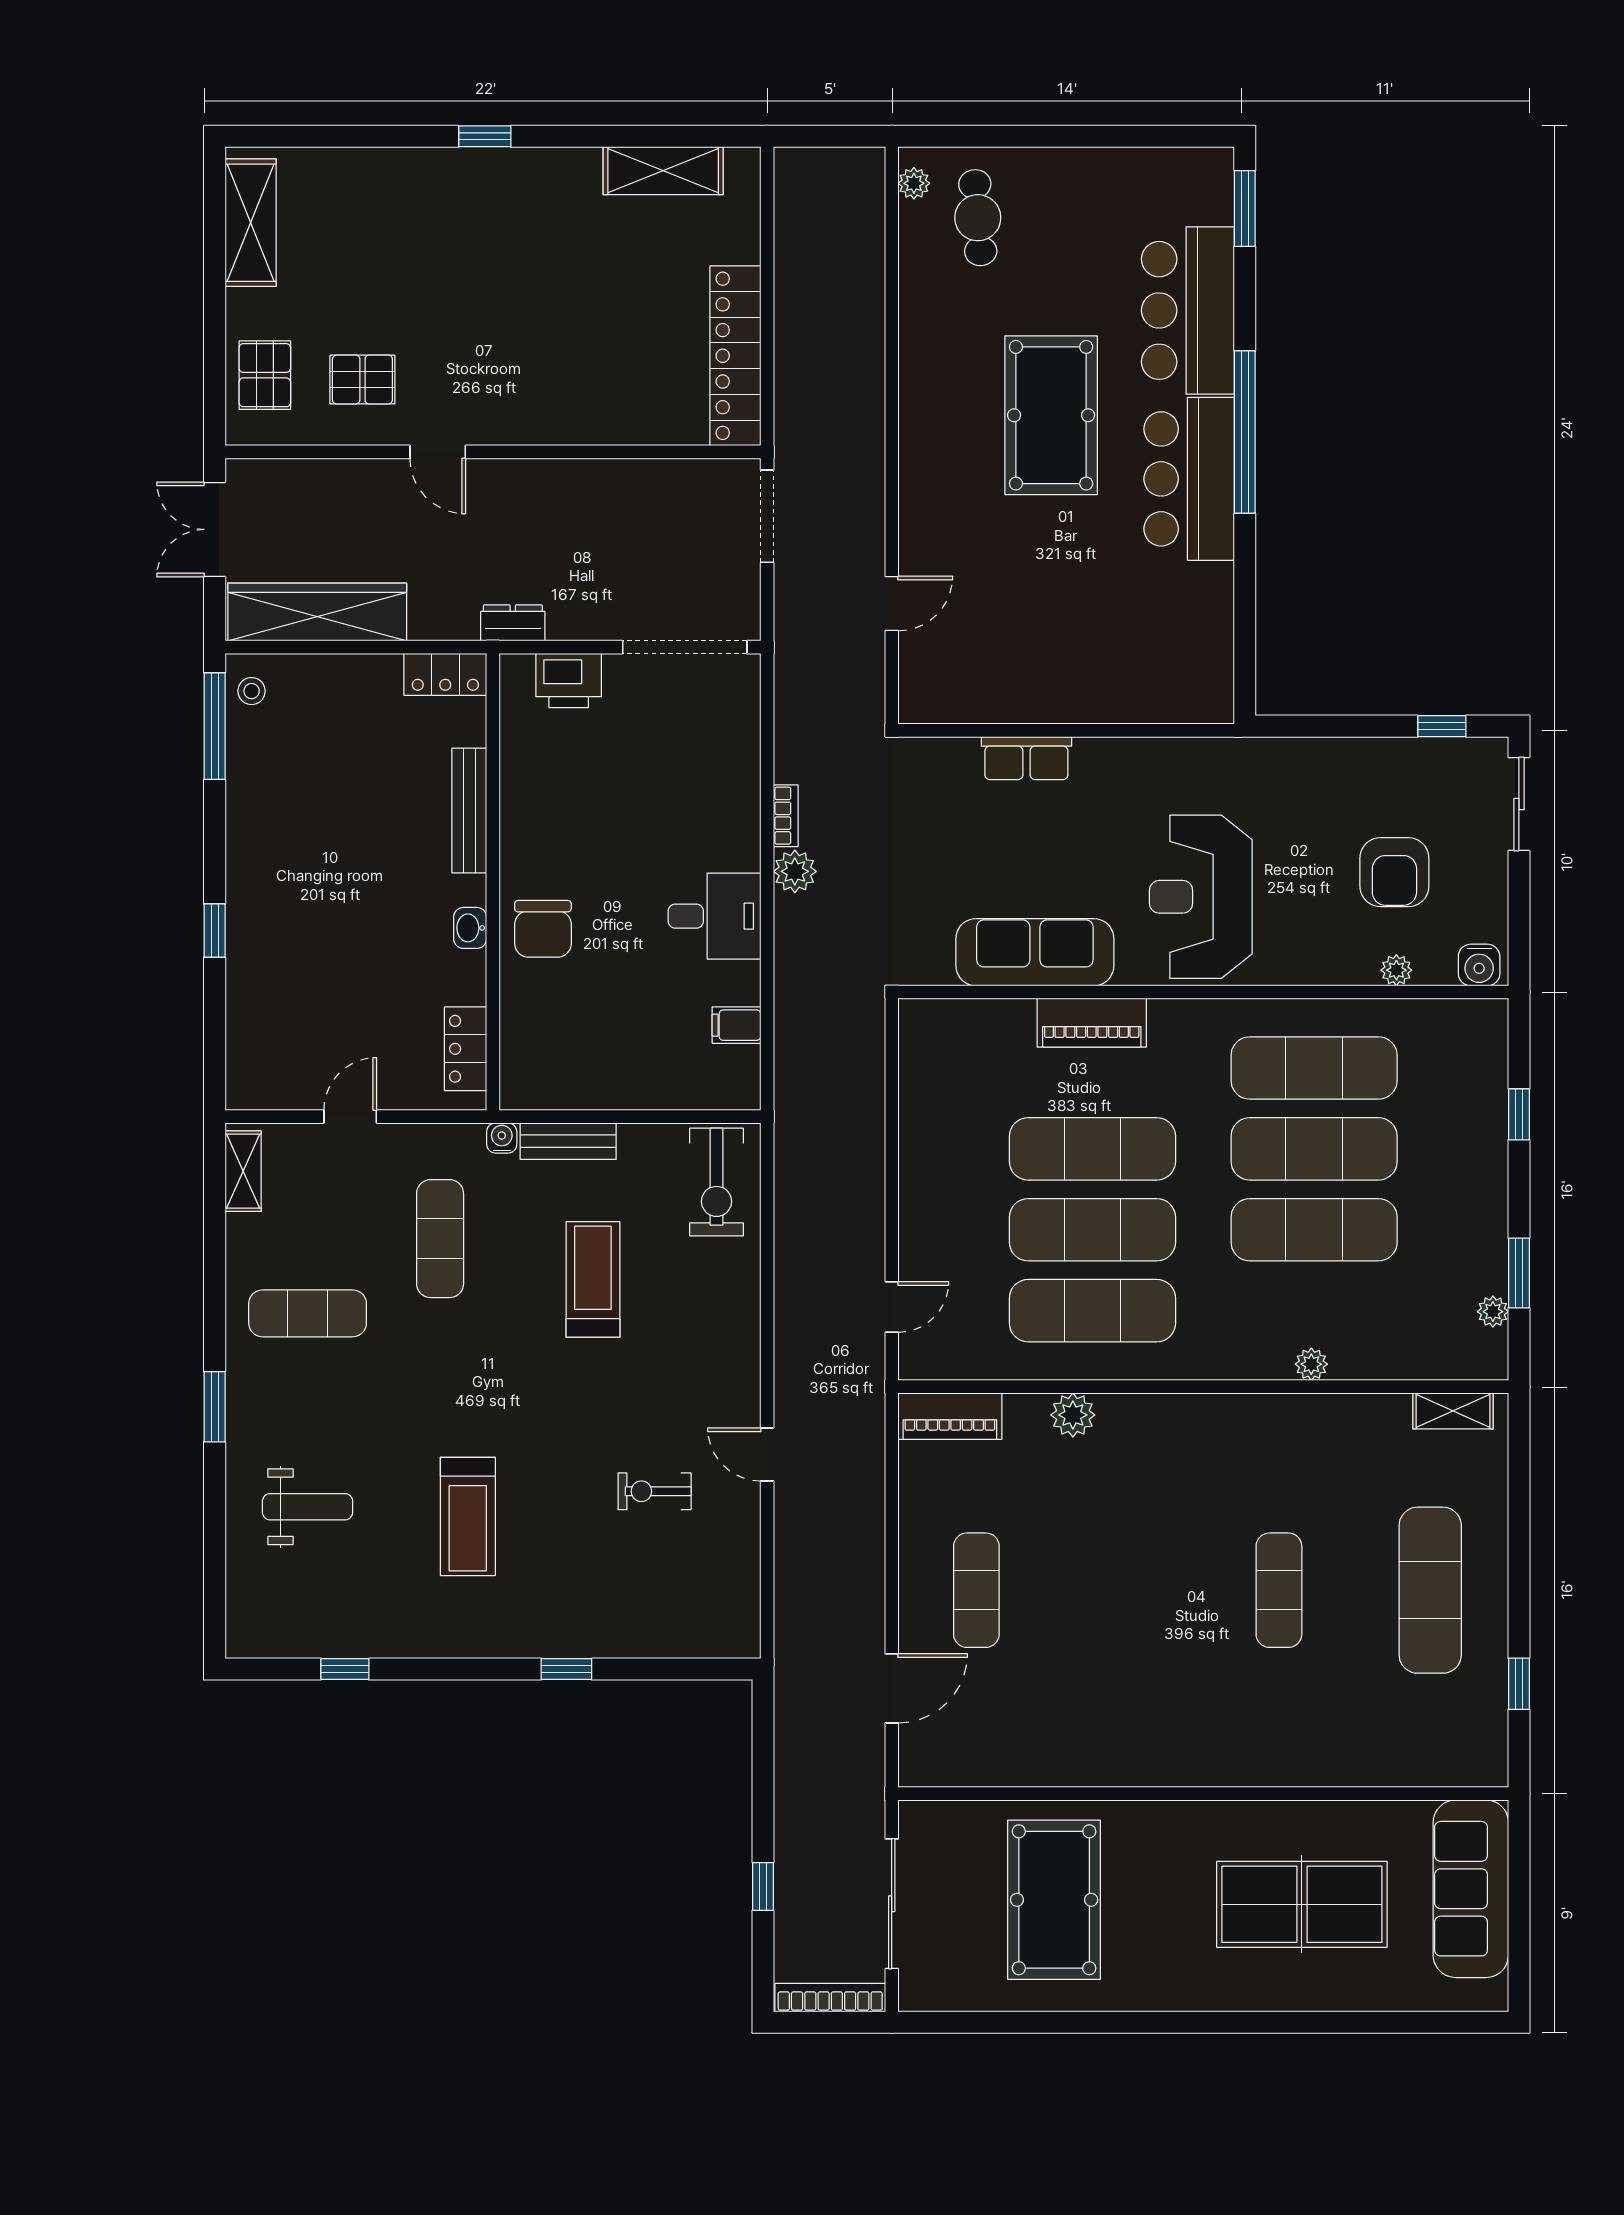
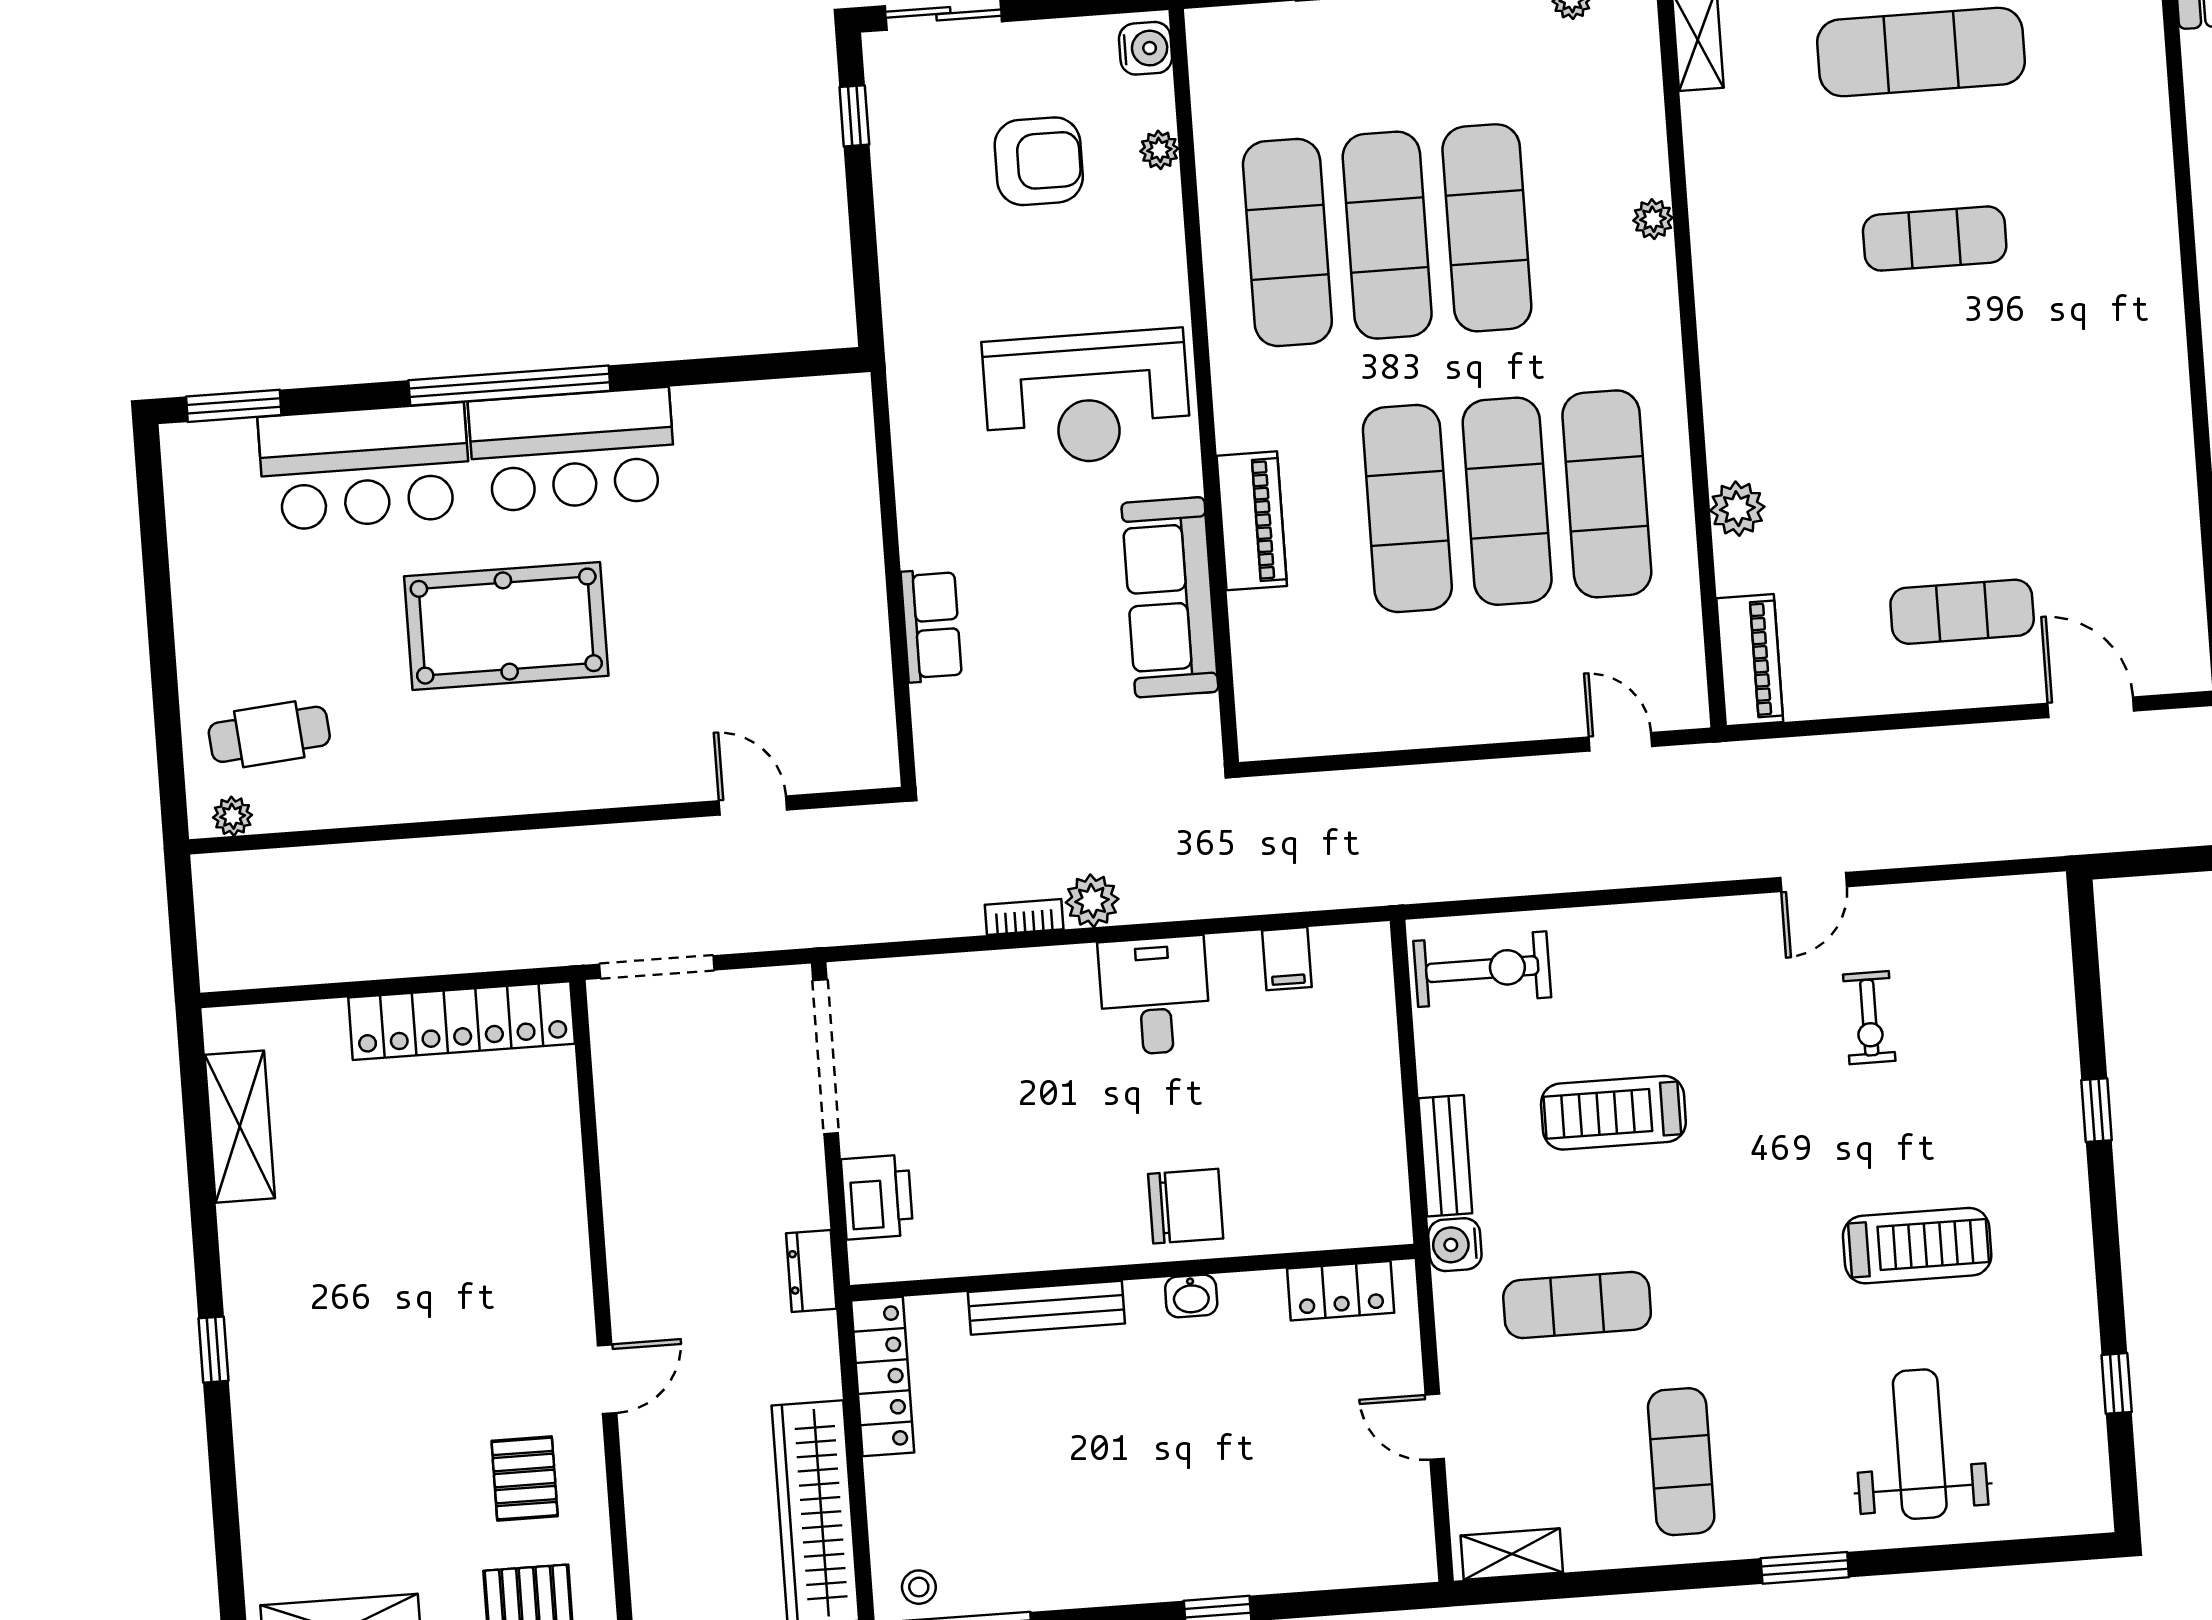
locker: (445, 674) -> (883, 1376), width x1.53
water cooler: (502, 1138) -> (1455, 1245), width x1.38, depth x1.38
weight bench: (308, 1507) -> (1920, 1444), width x1.36, depth x1.33

